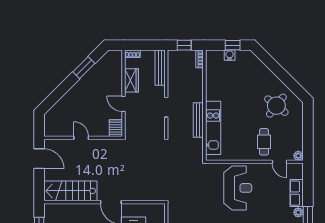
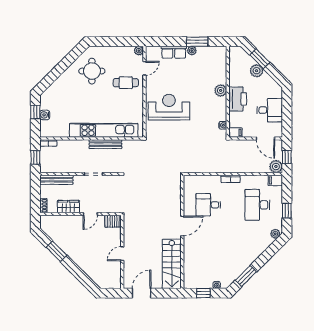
round table: (276, 106) -> (92, 71), turned -38
kitchen unit: (213, 128) -> (104, 130), width x1.36

